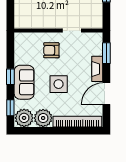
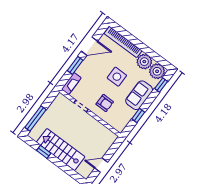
window: (106, 53) -> (75, 65), moved
fireplace: (97, 69) -> (71, 83), moved
window: (10, 77) -> (138, 115), moved

